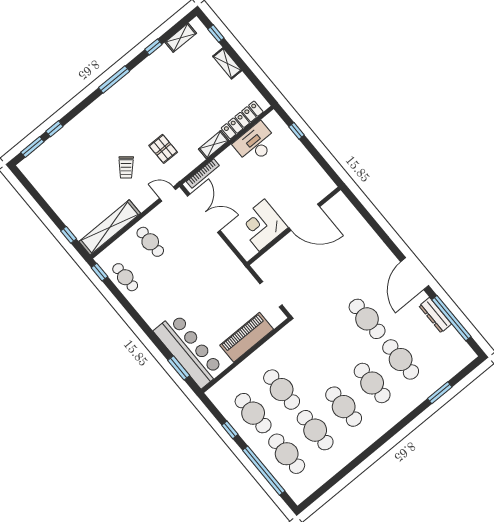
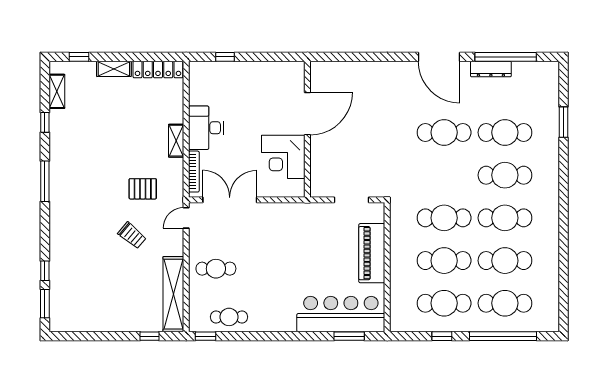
locker: (242, 120) -> (158, 70), moved, turned -90
desk: (255, 143) -> (206, 128), moved
cafe table: (310, 366) -> (444, 218), added

